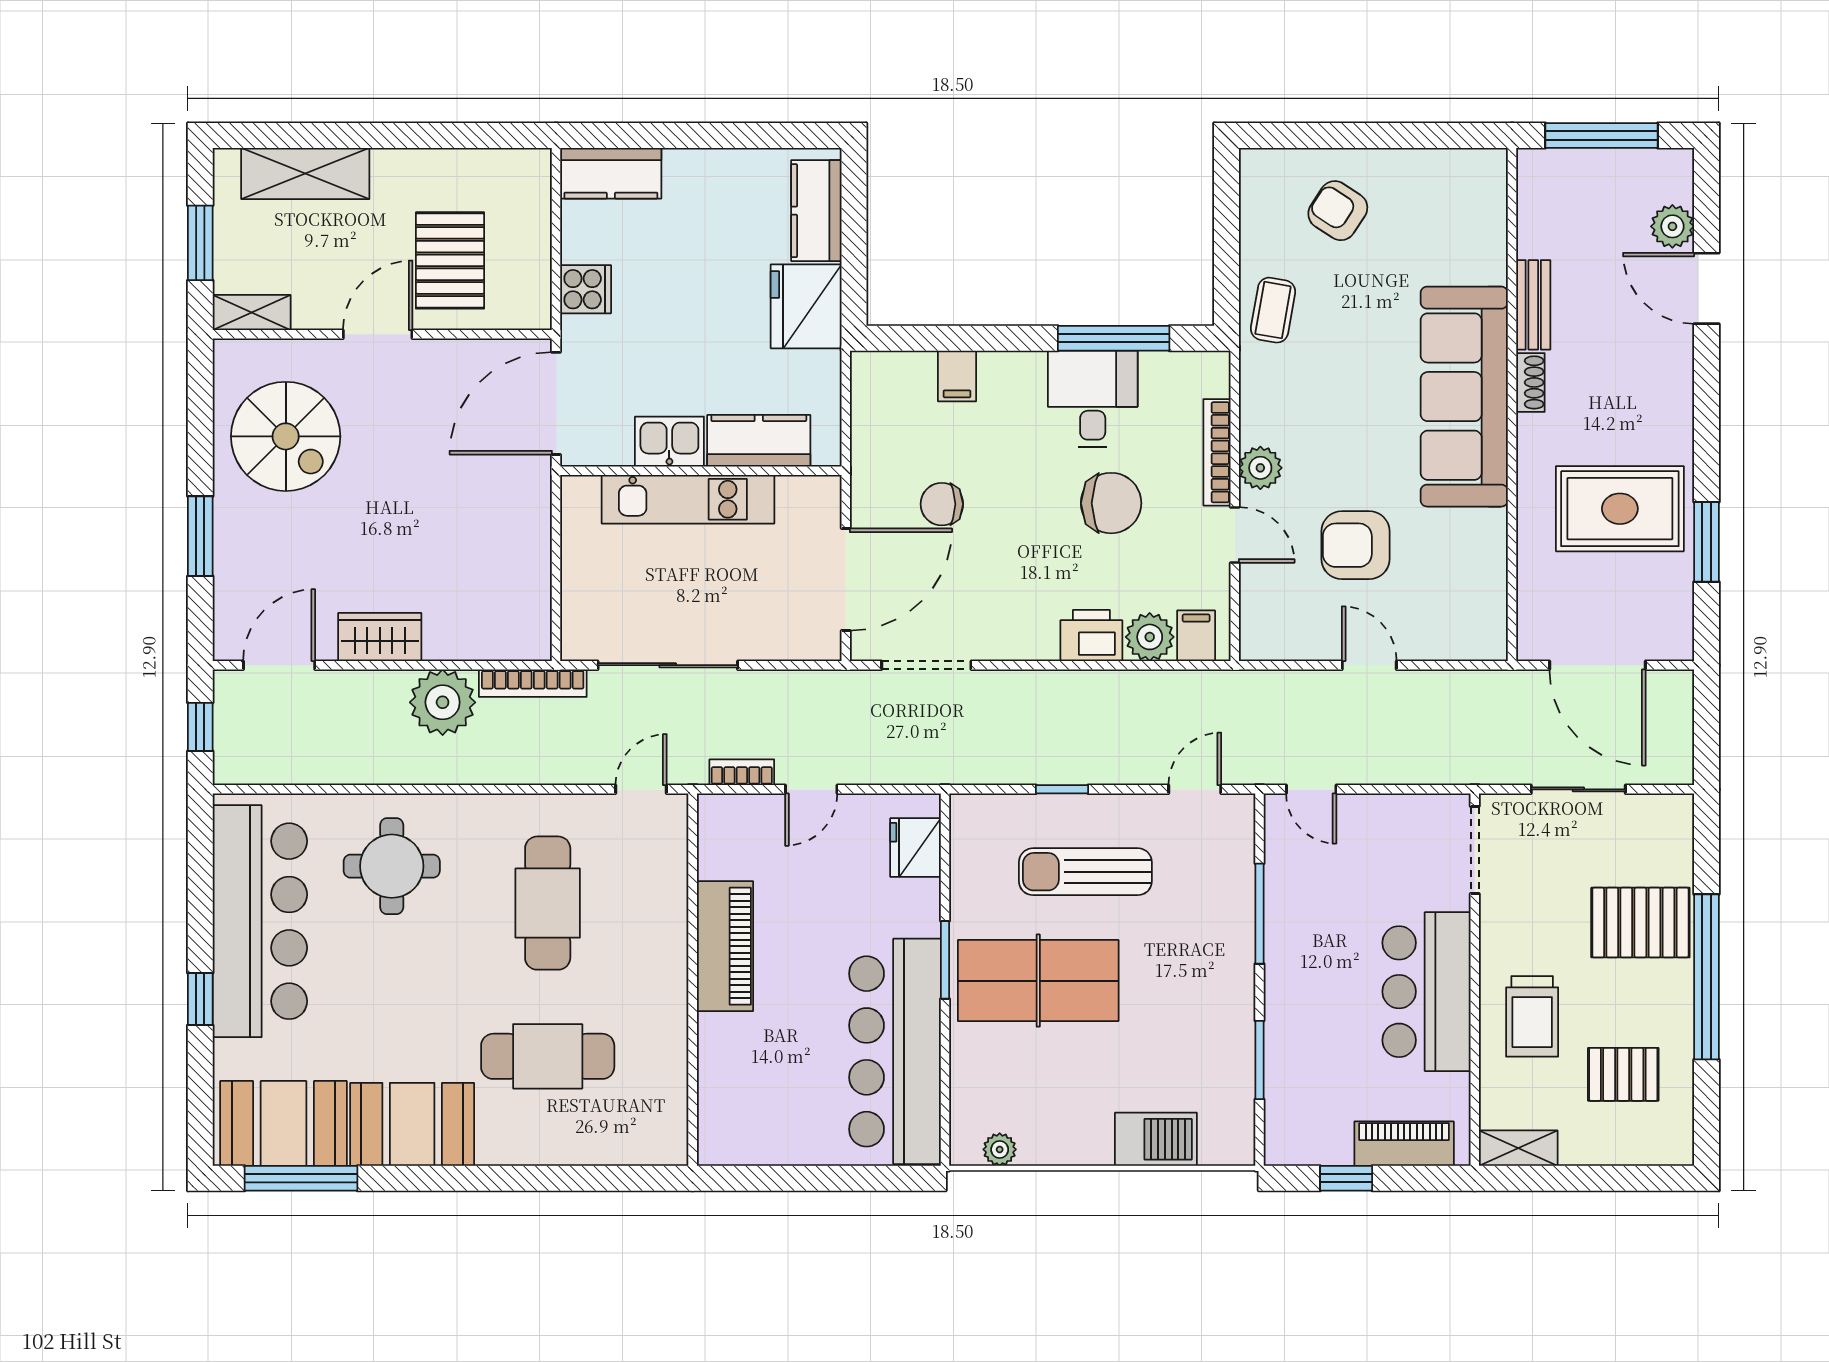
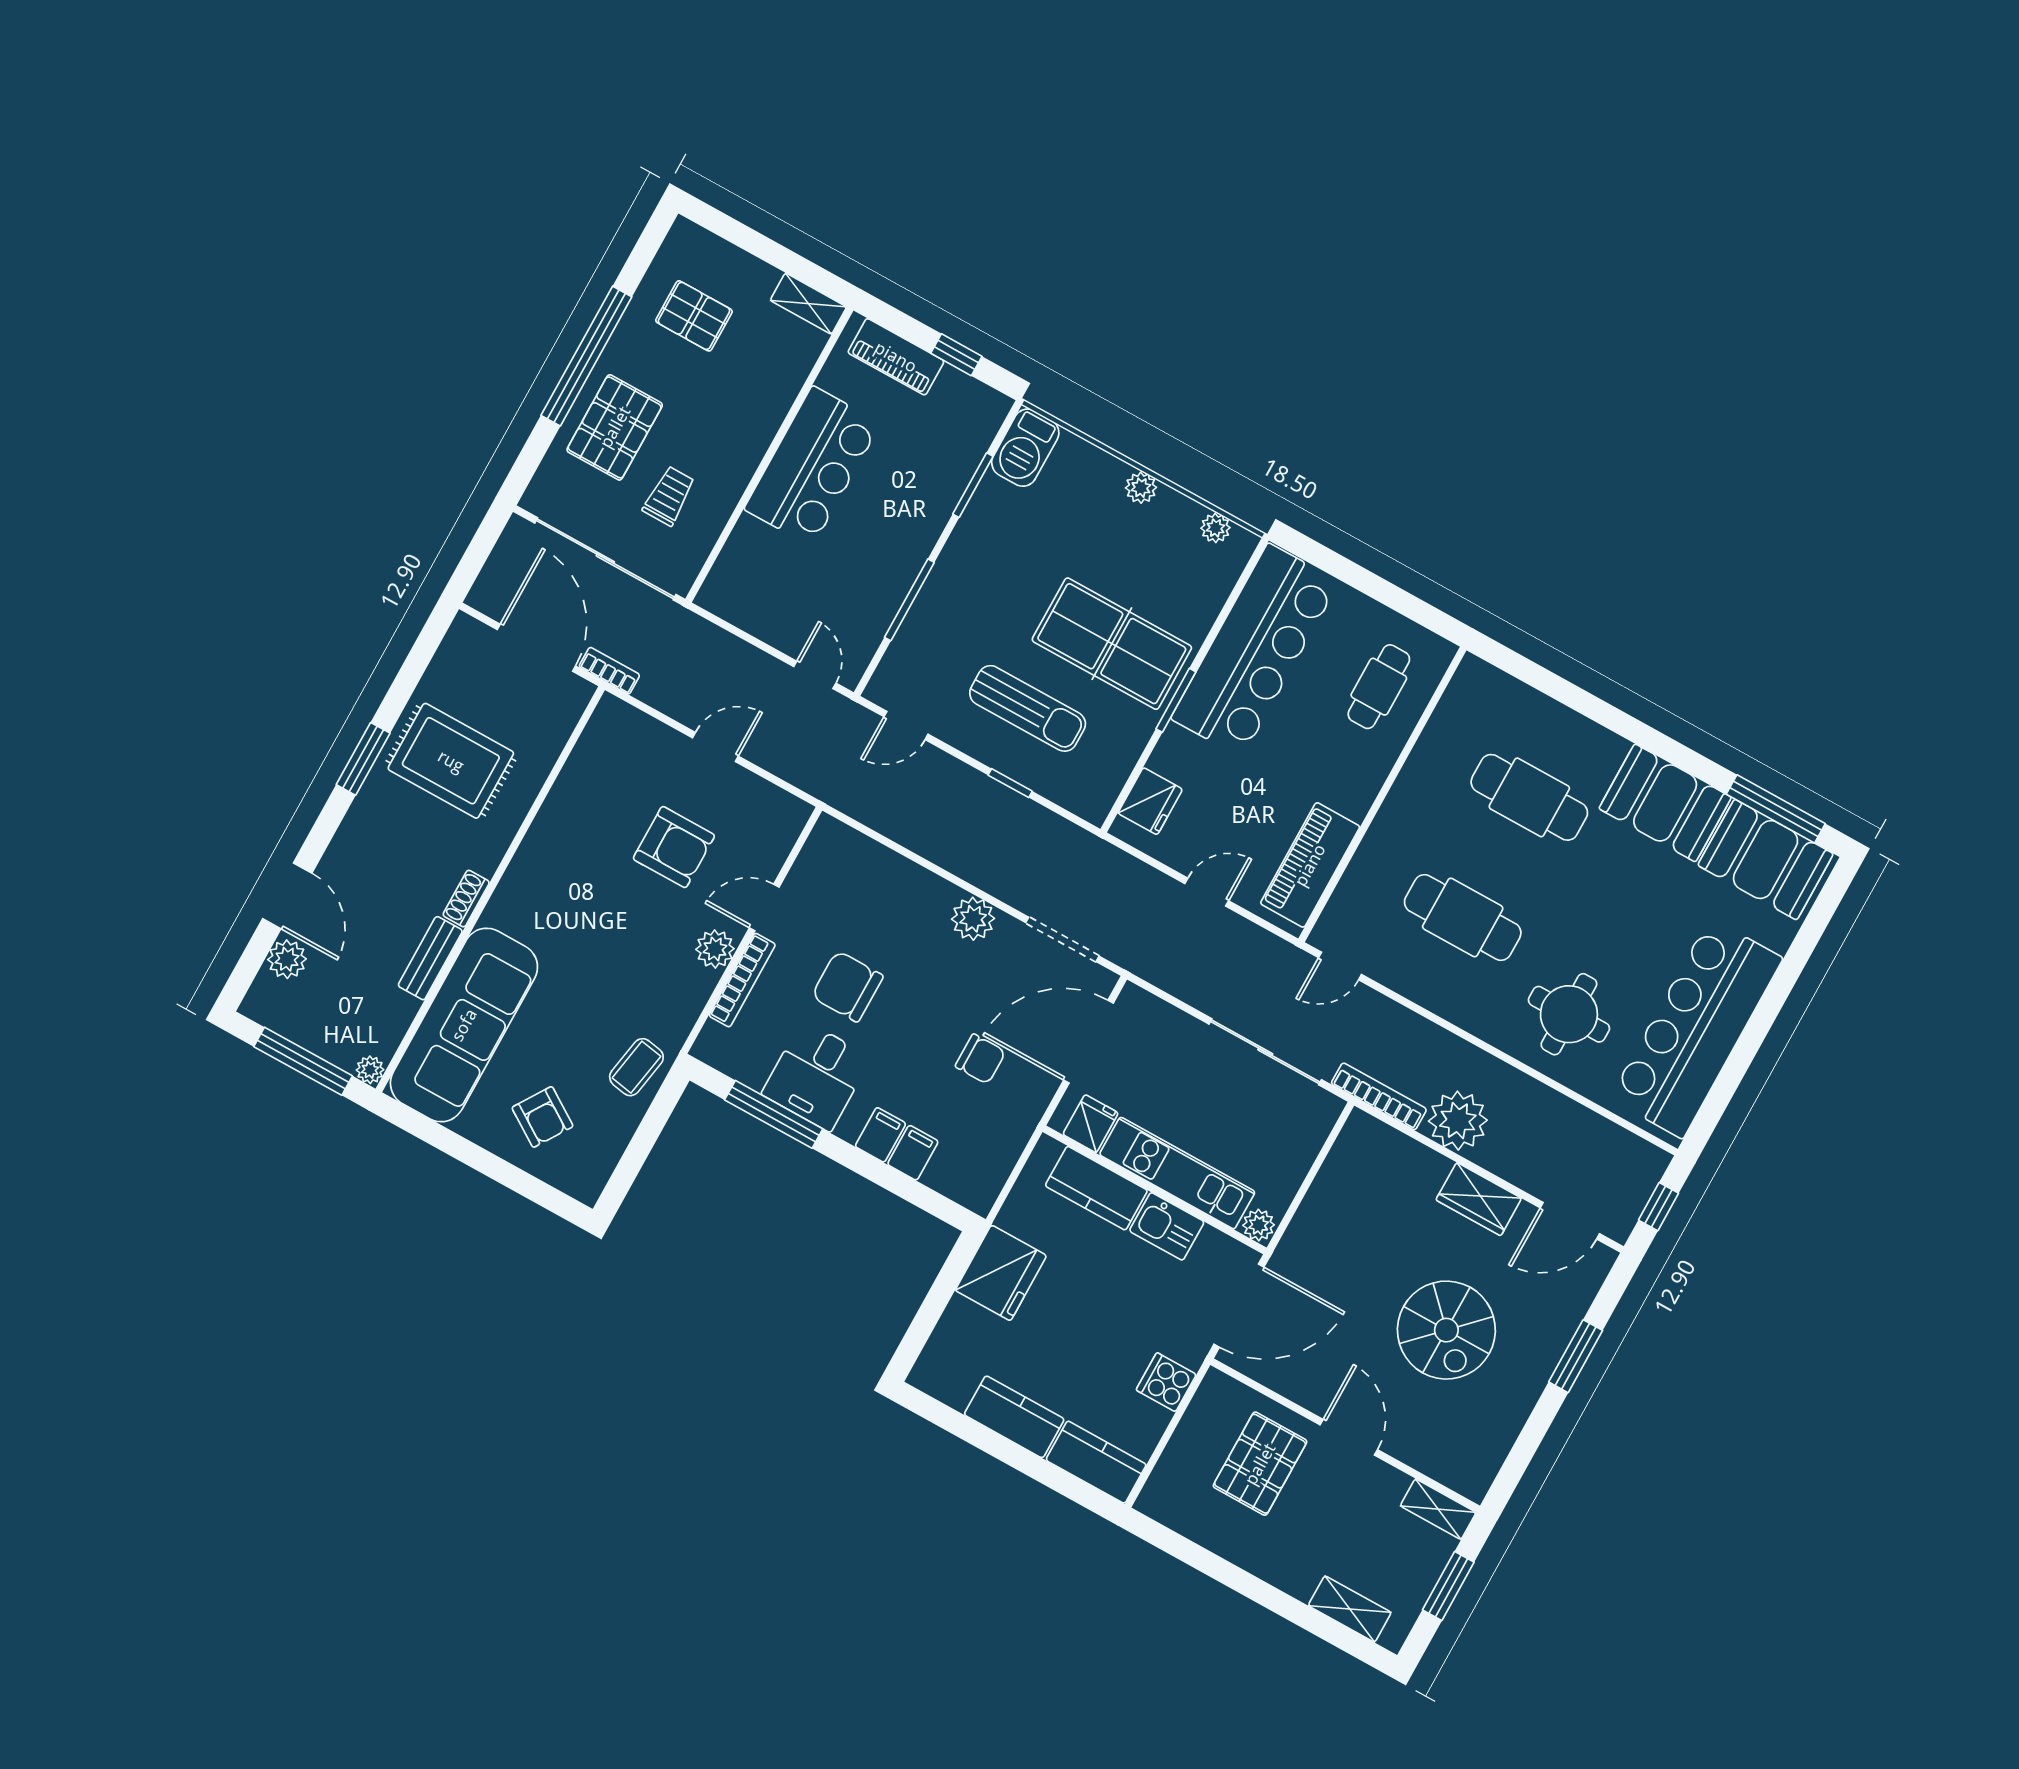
plant: (1532, 163) -> (370, 1070), added
shelving: (305, 174) -> (1350, 1609), width x0.67, depth x0.75
kitchen counter: (816, 211) -> (1014, 1417), moved, turned -90
door: (378, 334) -> (1349, 1437), swing flipped
sofa: (1464, 397) -> (464, 1025), moved
spiral stairs: (286, 436) -> (1446, 1330), moved, turned 180
plant: (581, 493) -> (1259, 1225), added
fridge: (799, 501) -> (1091, 1124), added
door: (1235, 535) -> (764, 908), hinge flipped
window: (1706, 542) -> (363, 759), moved
printer: (1091, 636) -> (920, 891), removed
filing cabinet: (1196, 636) -> (880, 1135), moved, turned 180
plant: (1150, 637) -> (973, 919), moved
door: (1369, 665) -> (715, 747), swing flipped
bookcase: (742, 772) -> (609, 671), moved, turned 180
sliding door: (1578, 789) -> (605, 559), width x1.86
doorway: (1475, 850) -> (713, 556), removed
cafe table: (548, 903) -> (1463, 917), turned 90
pallet: (1640, 923) -> (615, 427), turned 90
piano: (725, 946) -> (1310, 865), moved
window: (200, 999) -> (1777, 993), removed
trolley: (1532, 1016) -> (669, 496), moved, width x0.73, depth x0.72
cafe table: (754, 1083) -> (1379, 687), added
barbecue: (1156, 1139) -> (1025, 448), moved, turned -90
plant: (1094, 1148) -> (1141, 488), added

